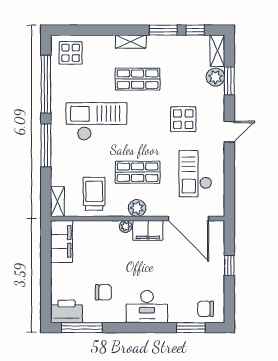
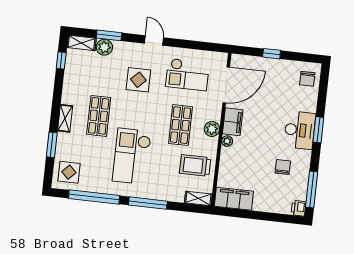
window: (163, 30) -> (52, 145), moved
printer: (66, 312) -> (299, 208), width x0.53, depth x0.68
window: (191, 328) -> (318, 130), moved

